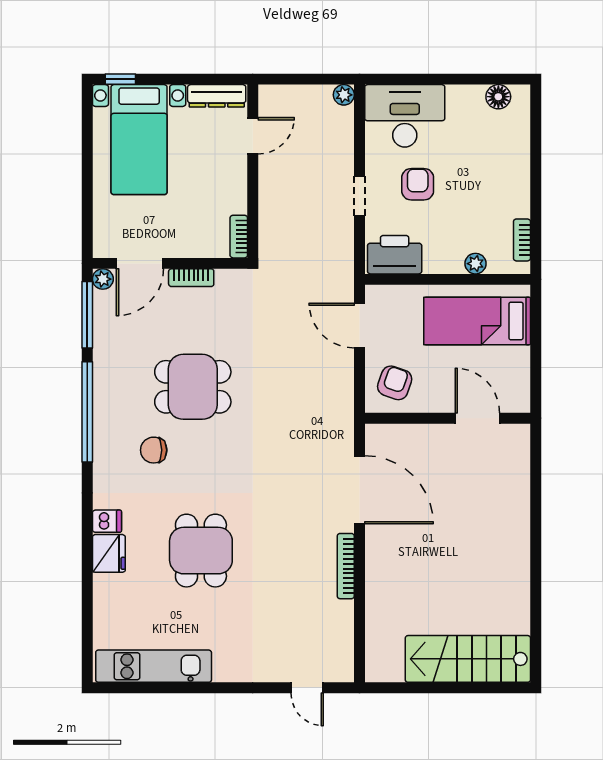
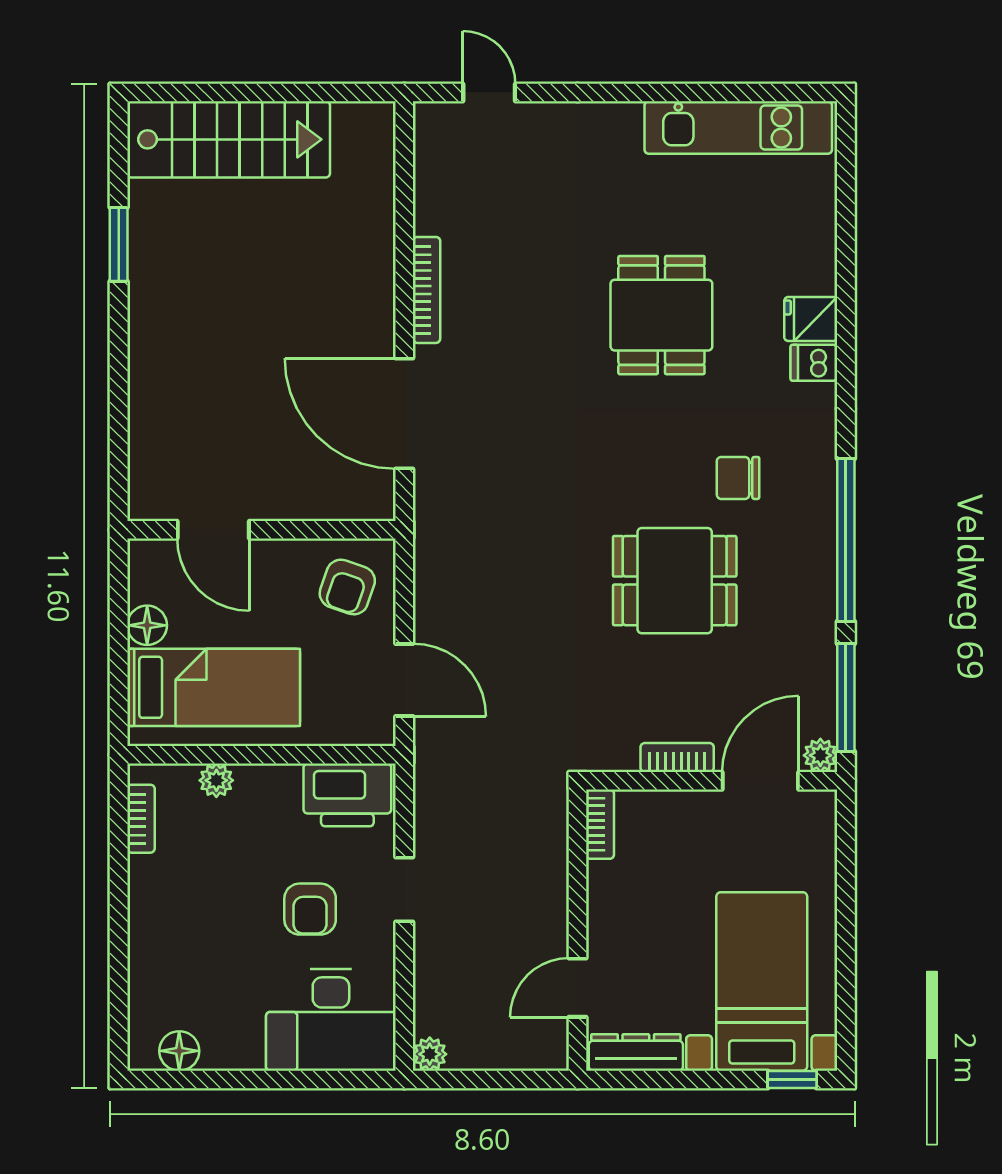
floor lamp: (518, 359) -> (147, 625), added
chair: (154, 450) -> (738, 478), turned 180
fridge: (109, 553) -> (811, 319), width x0.72
window: (536, 594) -> (119, 244), added

